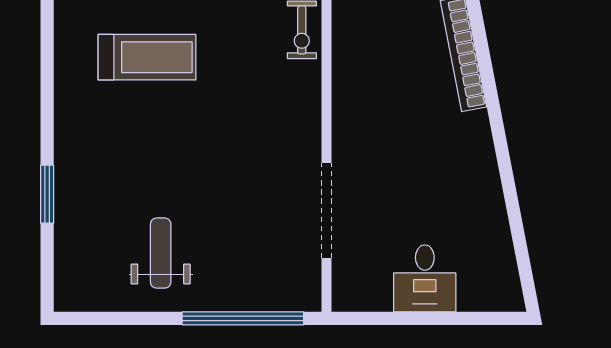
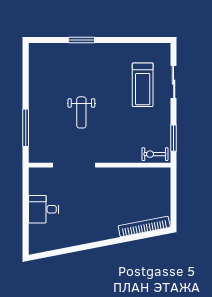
weight bench: (161, 253) -> (81, 112), moved, turned 90
window: (243, 318) -> (26, 128), width x0.68

